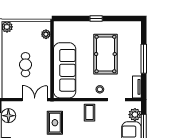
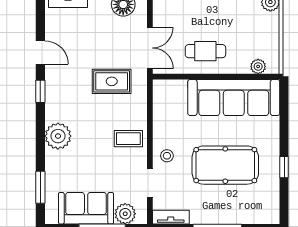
window: (96, 19) -> (284, 167), moved
cafe table: (25, 65) -> (205, 51), moved
sofa: (65, 70) -> (234, 98), moved

